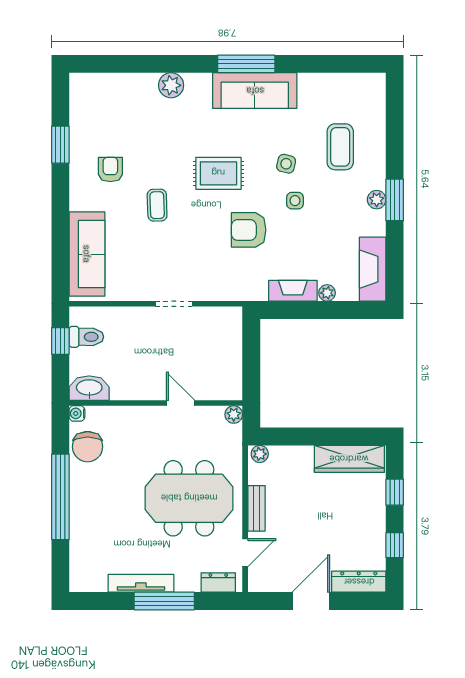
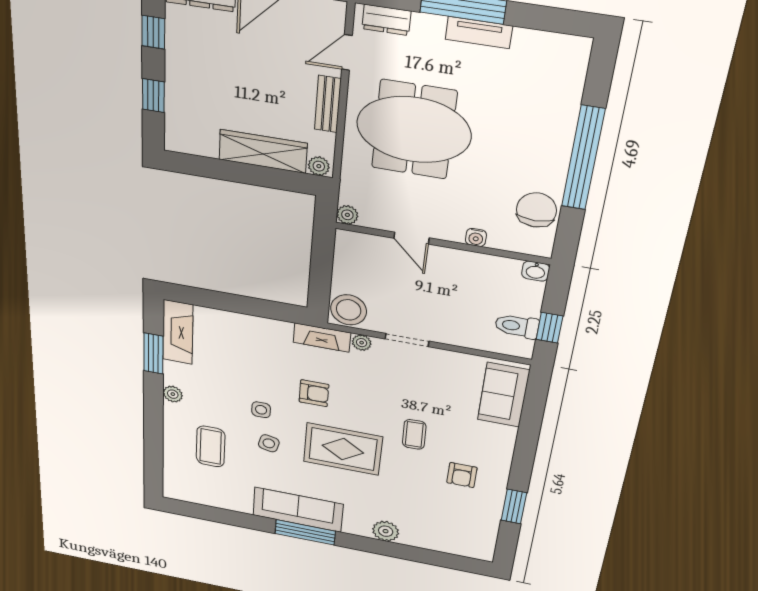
rug: (218, 173) -> (343, 449), width x1.36, depth x1.43
window: (395, 200) -> (153, 354), moved
armchair: (249, 230) -> (314, 393), width x0.72, depth x0.72
sofa: (87, 254) -> (503, 395), width x0.73
fireplace: (293, 291) -> (322, 338), moved
plant: (327, 293) -> (362, 343), moved
stool: (225, 324) -> (349, 310), added
washbasin: (89, 388) -> (536, 271), width x0.52, depth x0.69
water cooler: (77, 413) -> (476, 237), moved, turned 90
wardrobe: (349, 459) -> (263, 151), moved
tv unit: (141, 583) -> (479, 33), width x0.71

